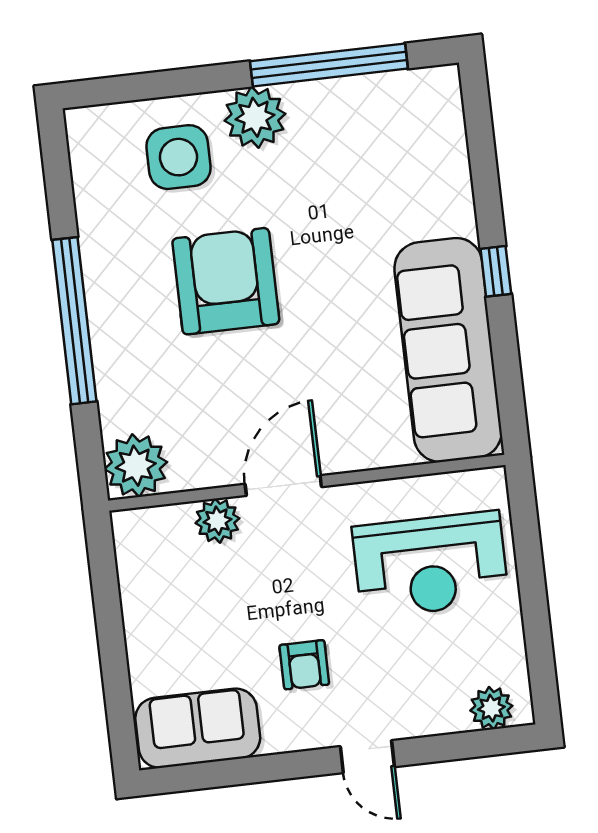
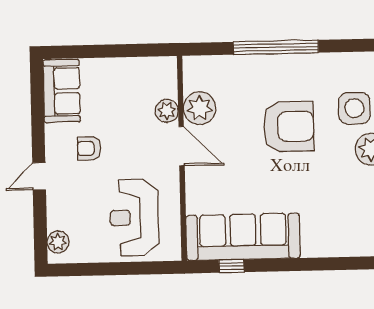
window: (496, 271) -> (231, 266), moved
plant: (136, 466) -> (200, 108), moved

